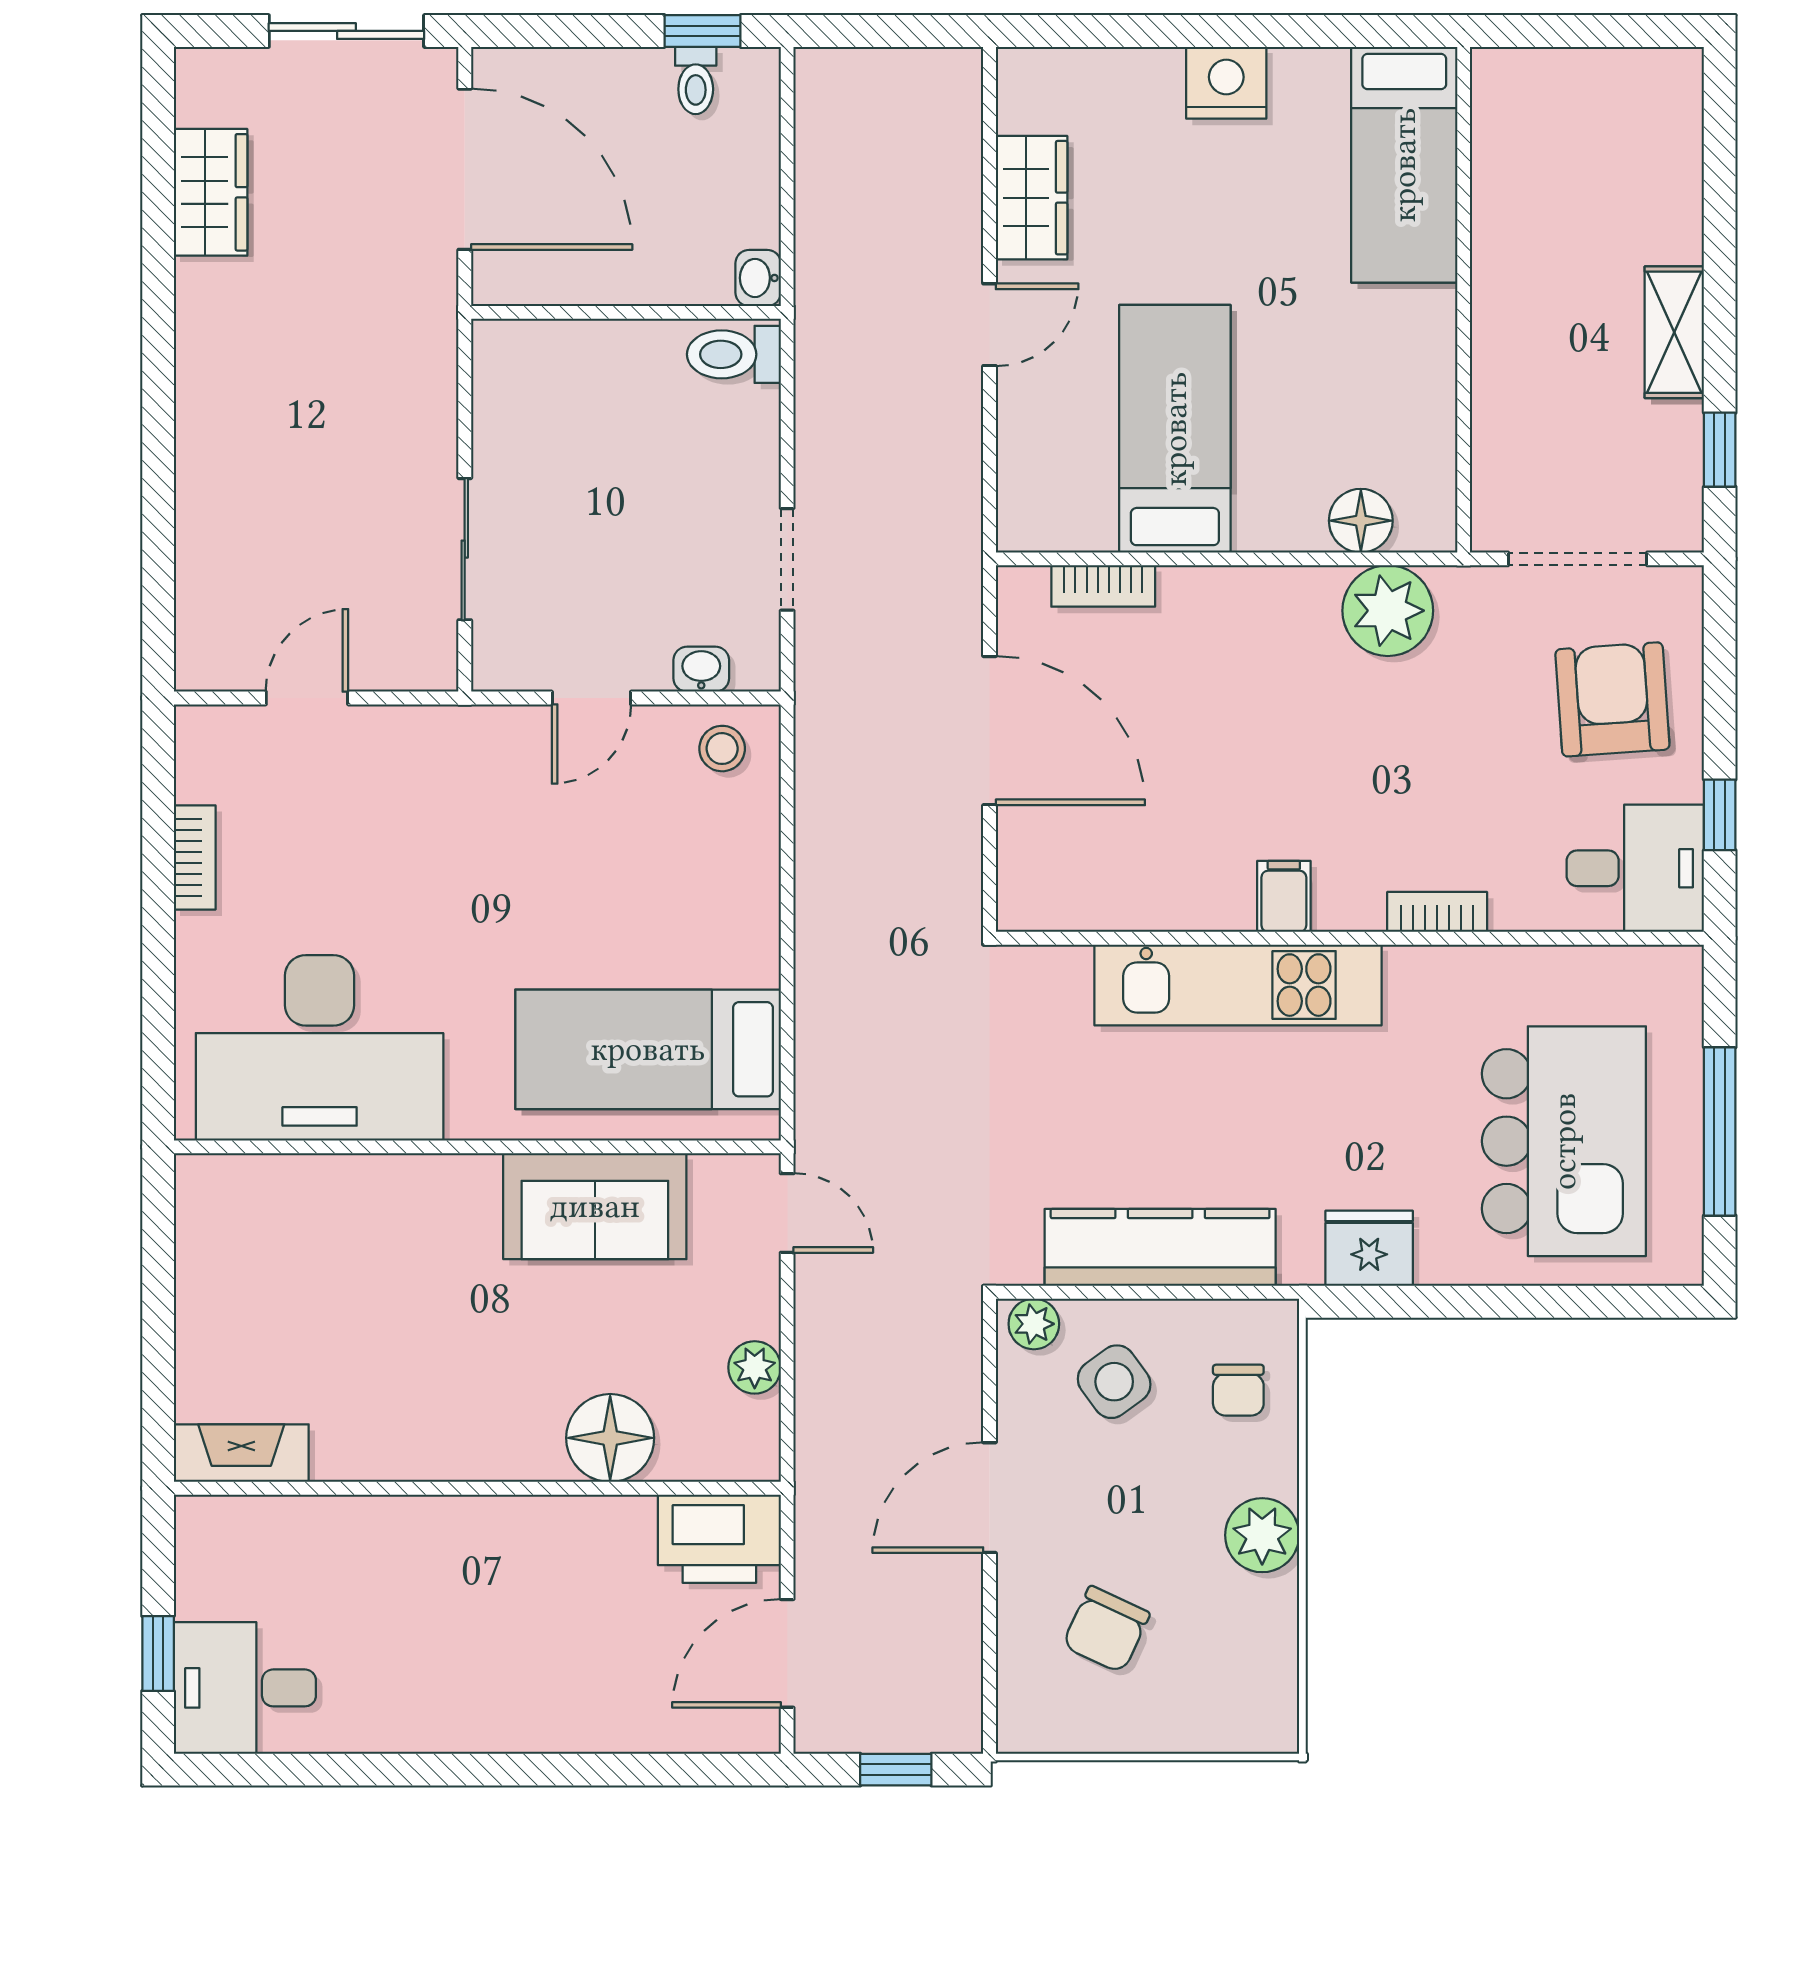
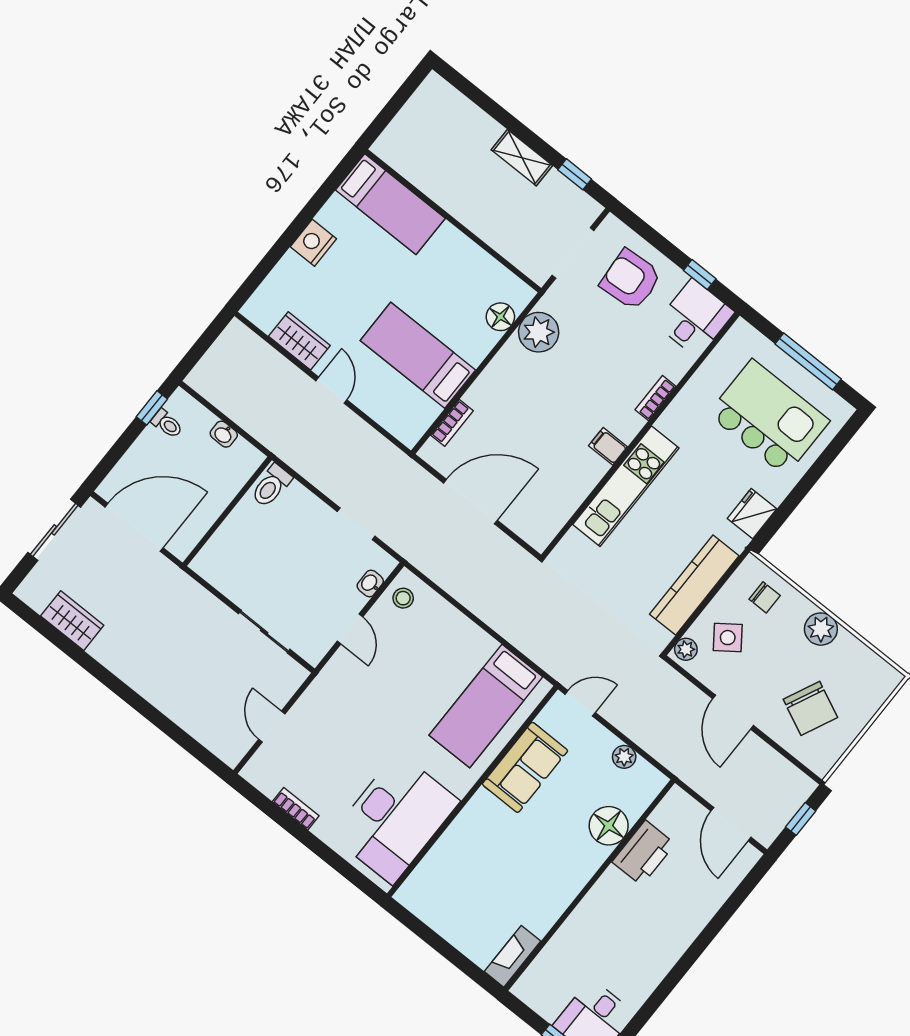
washbasin: (758, 278) -> (224, 434), moved
printer: (719, 1539) -> (644, 853), moved
chair: (1106, 1629) -> (810, 708), width x1.37, depth x1.37

